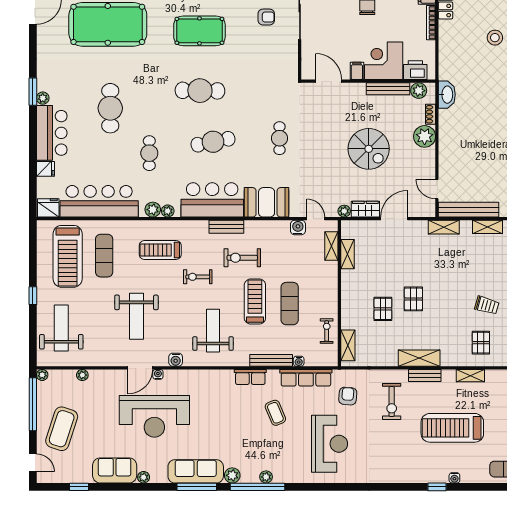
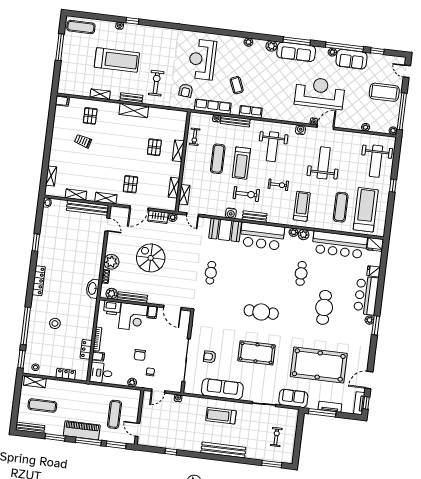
cafe table: (213, 142) -> (257, 276), removed
water cooler: (298, 228) -> (231, 213), moved
treadmill: (160, 250) -> (302, 206), turned -90
pallet: (413, 299) -> (130, 184), moved
shelving: (348, 345) -> (178, 151), moved
coffee table: (62, 429) -> (384, 92), turned 72
window: (257, 487) -> (344, 47), moved

